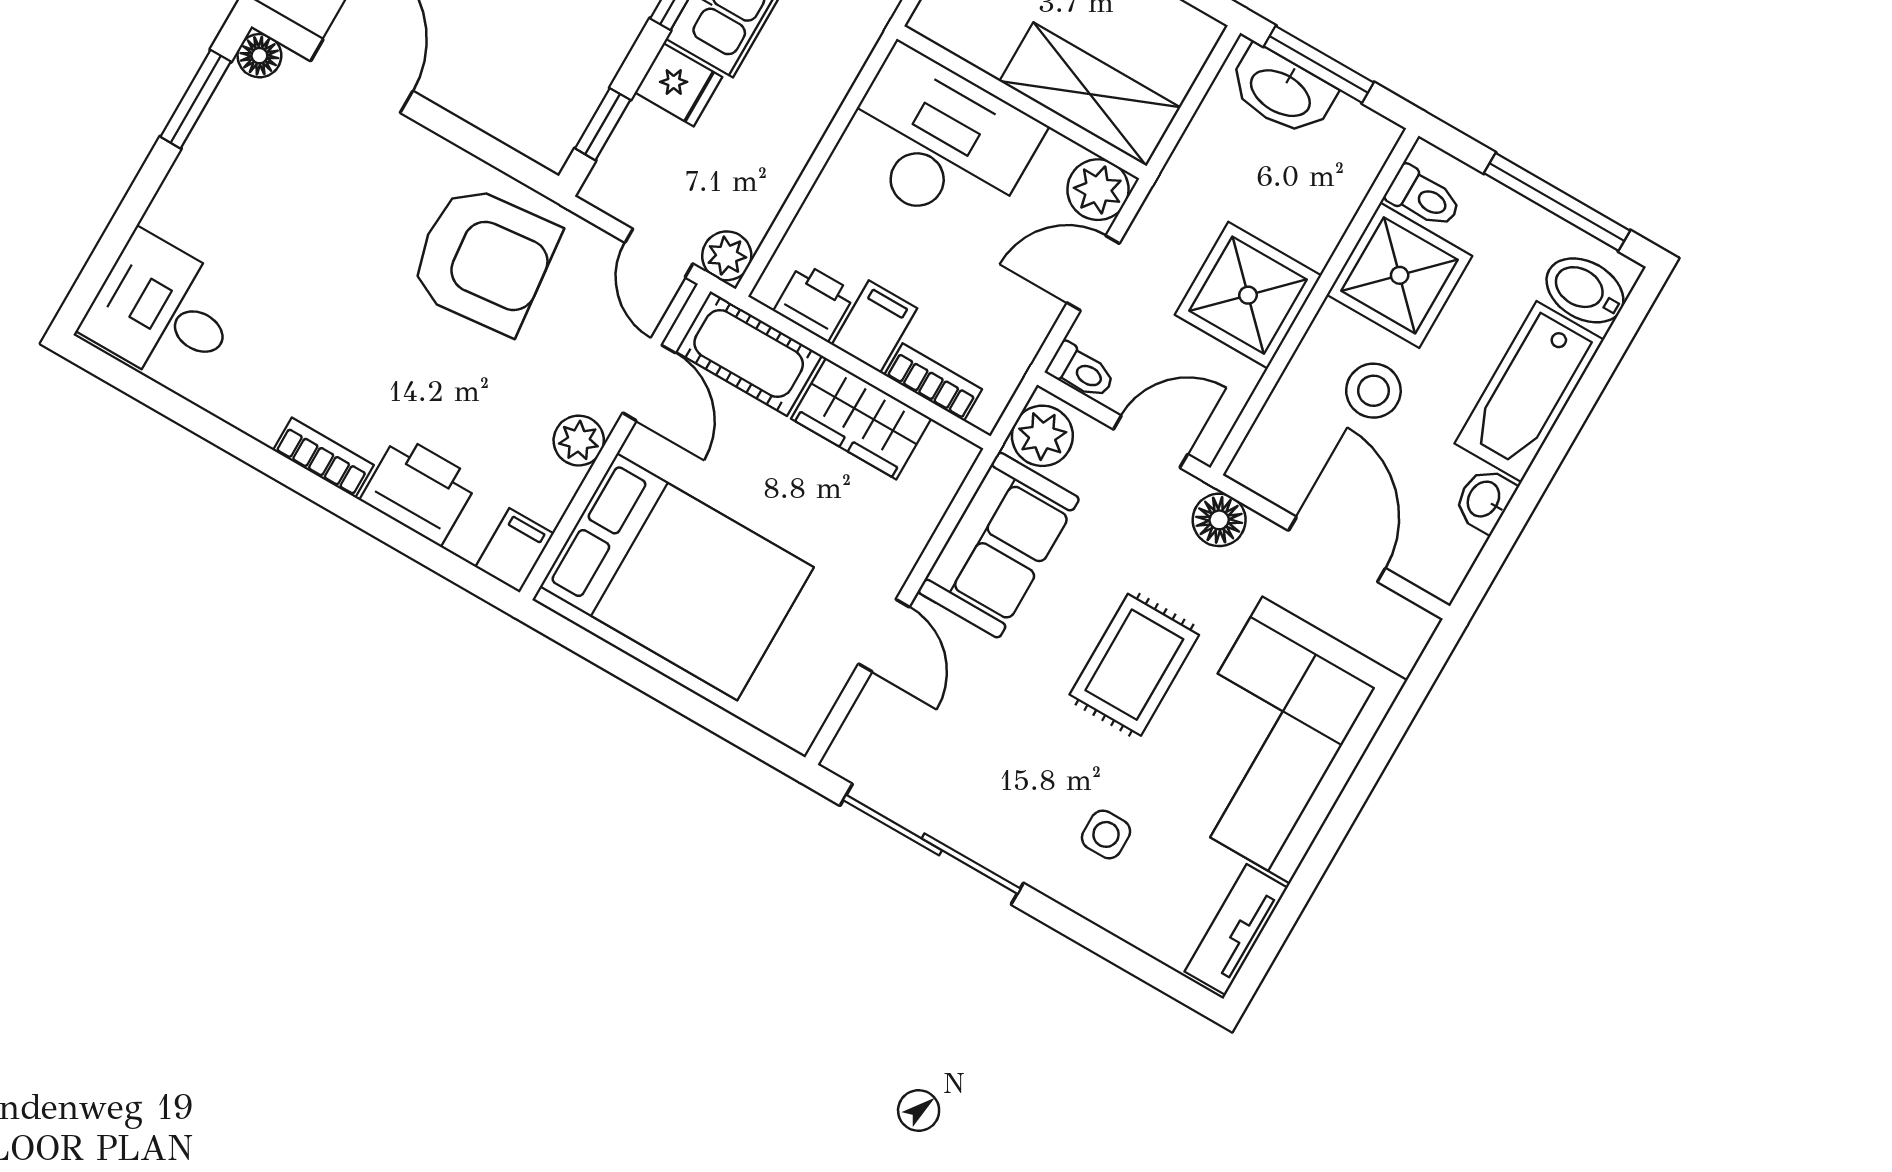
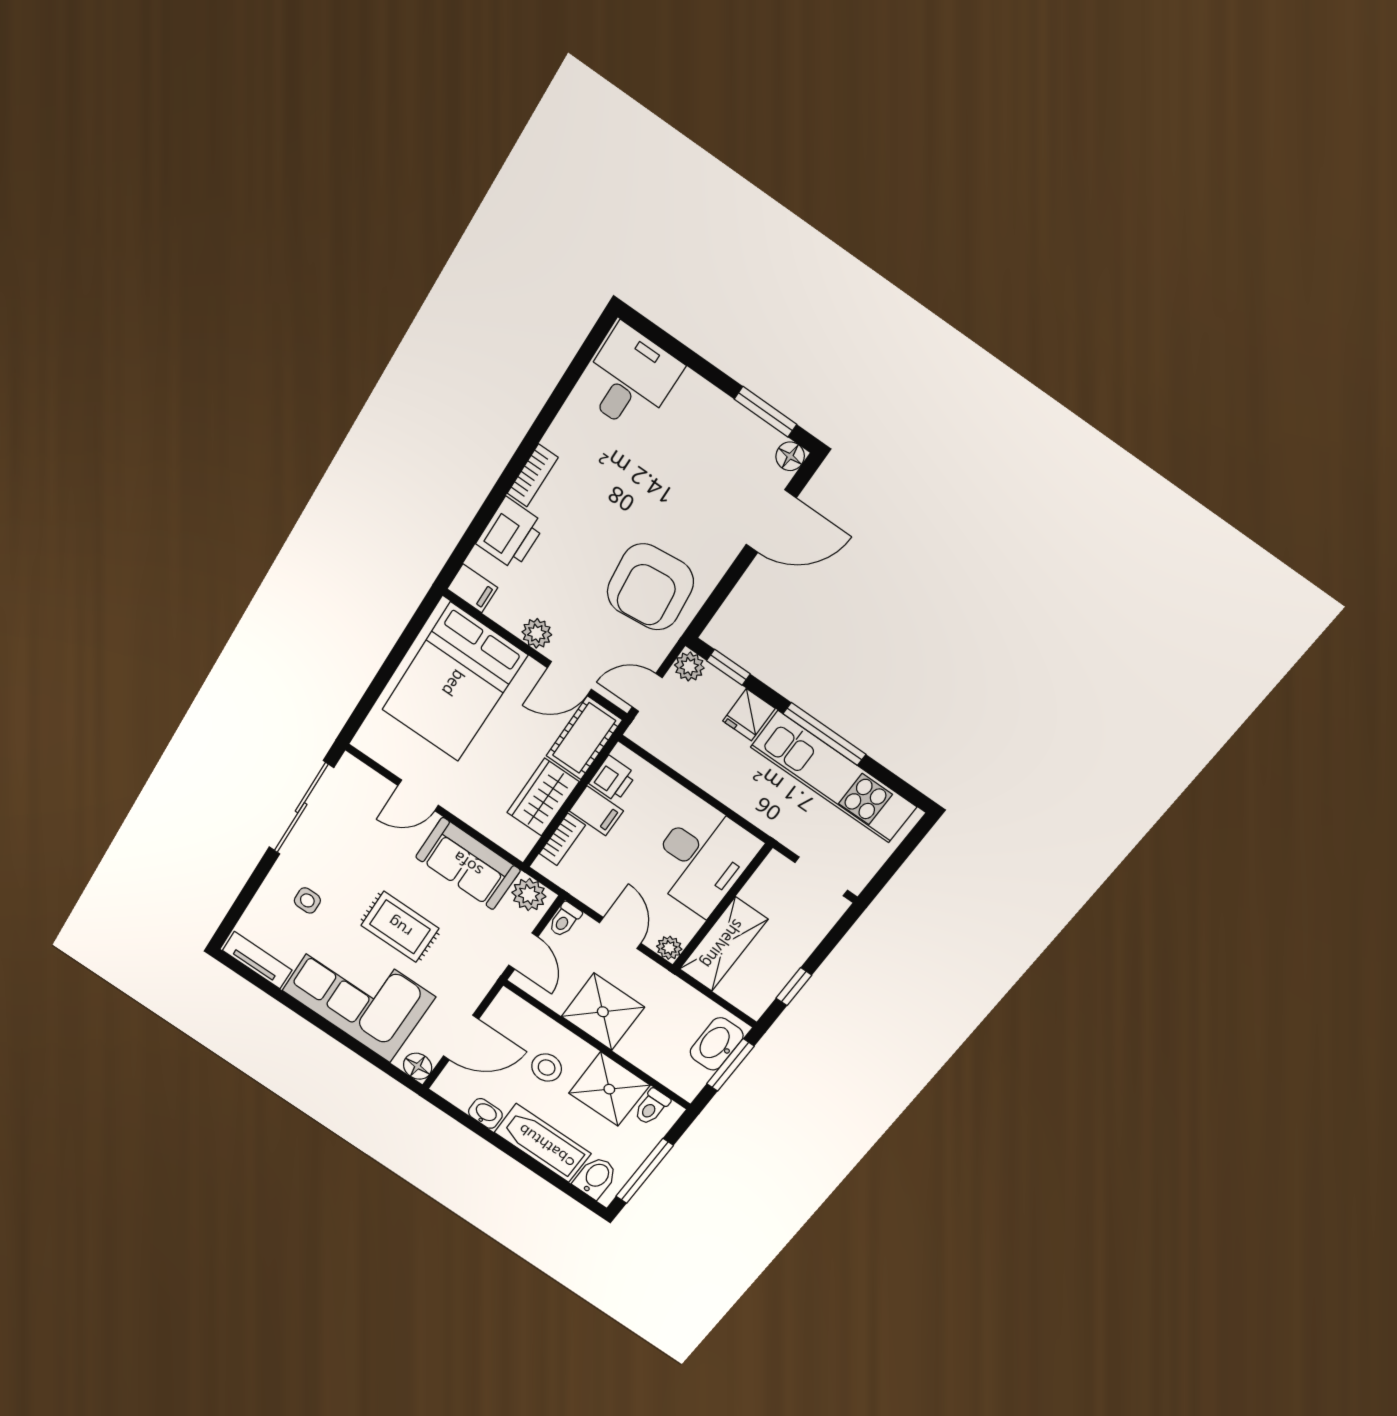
plant: (1098, 190) -> (669, 948), width x0.73, depth x0.73
plant: (727, 256) -> (689, 666), moved
floor lamp: (1219, 520) -> (418, 1066), moved

